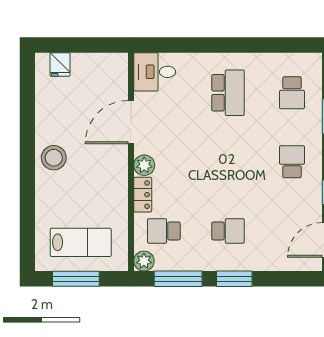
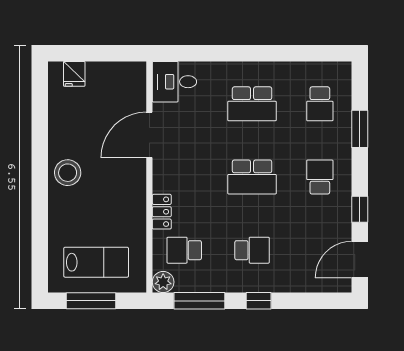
school desk: (228, 93) -> (252, 104), turned 90
school desk: (228, 162) -> (252, 177), added
plant: (144, 165) -> (163, 181), removed
window: (234, 279) -> (259, 301), width x0.67

